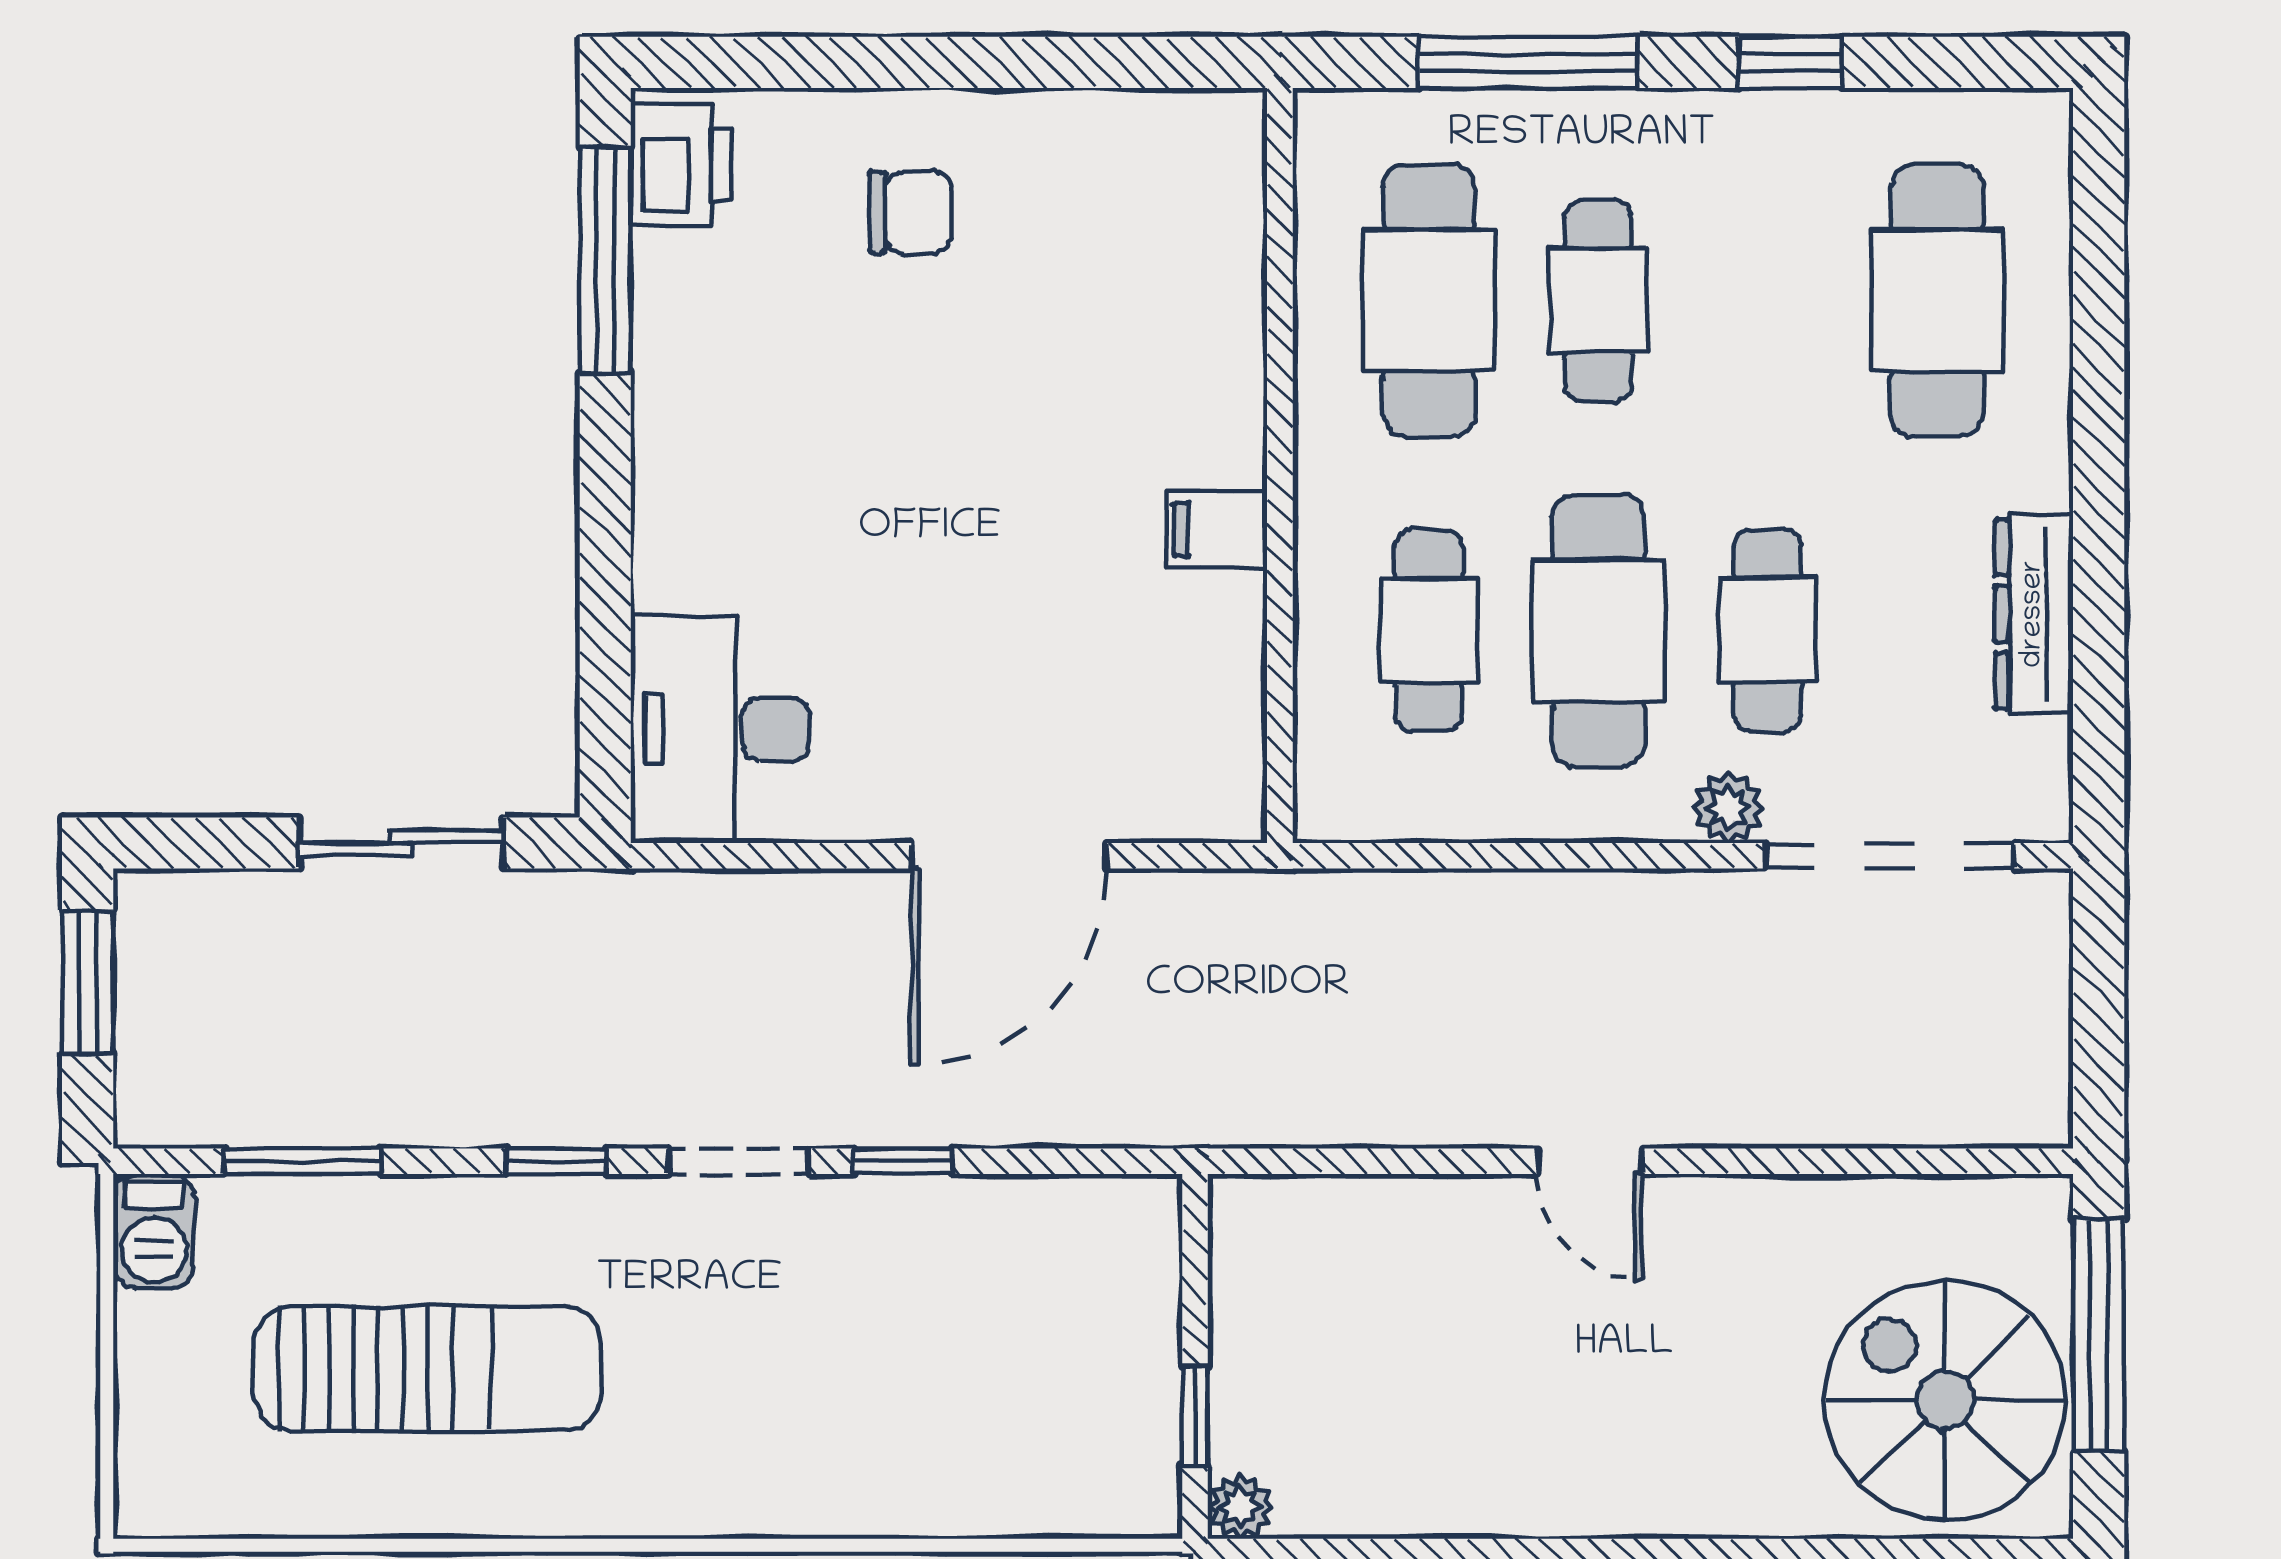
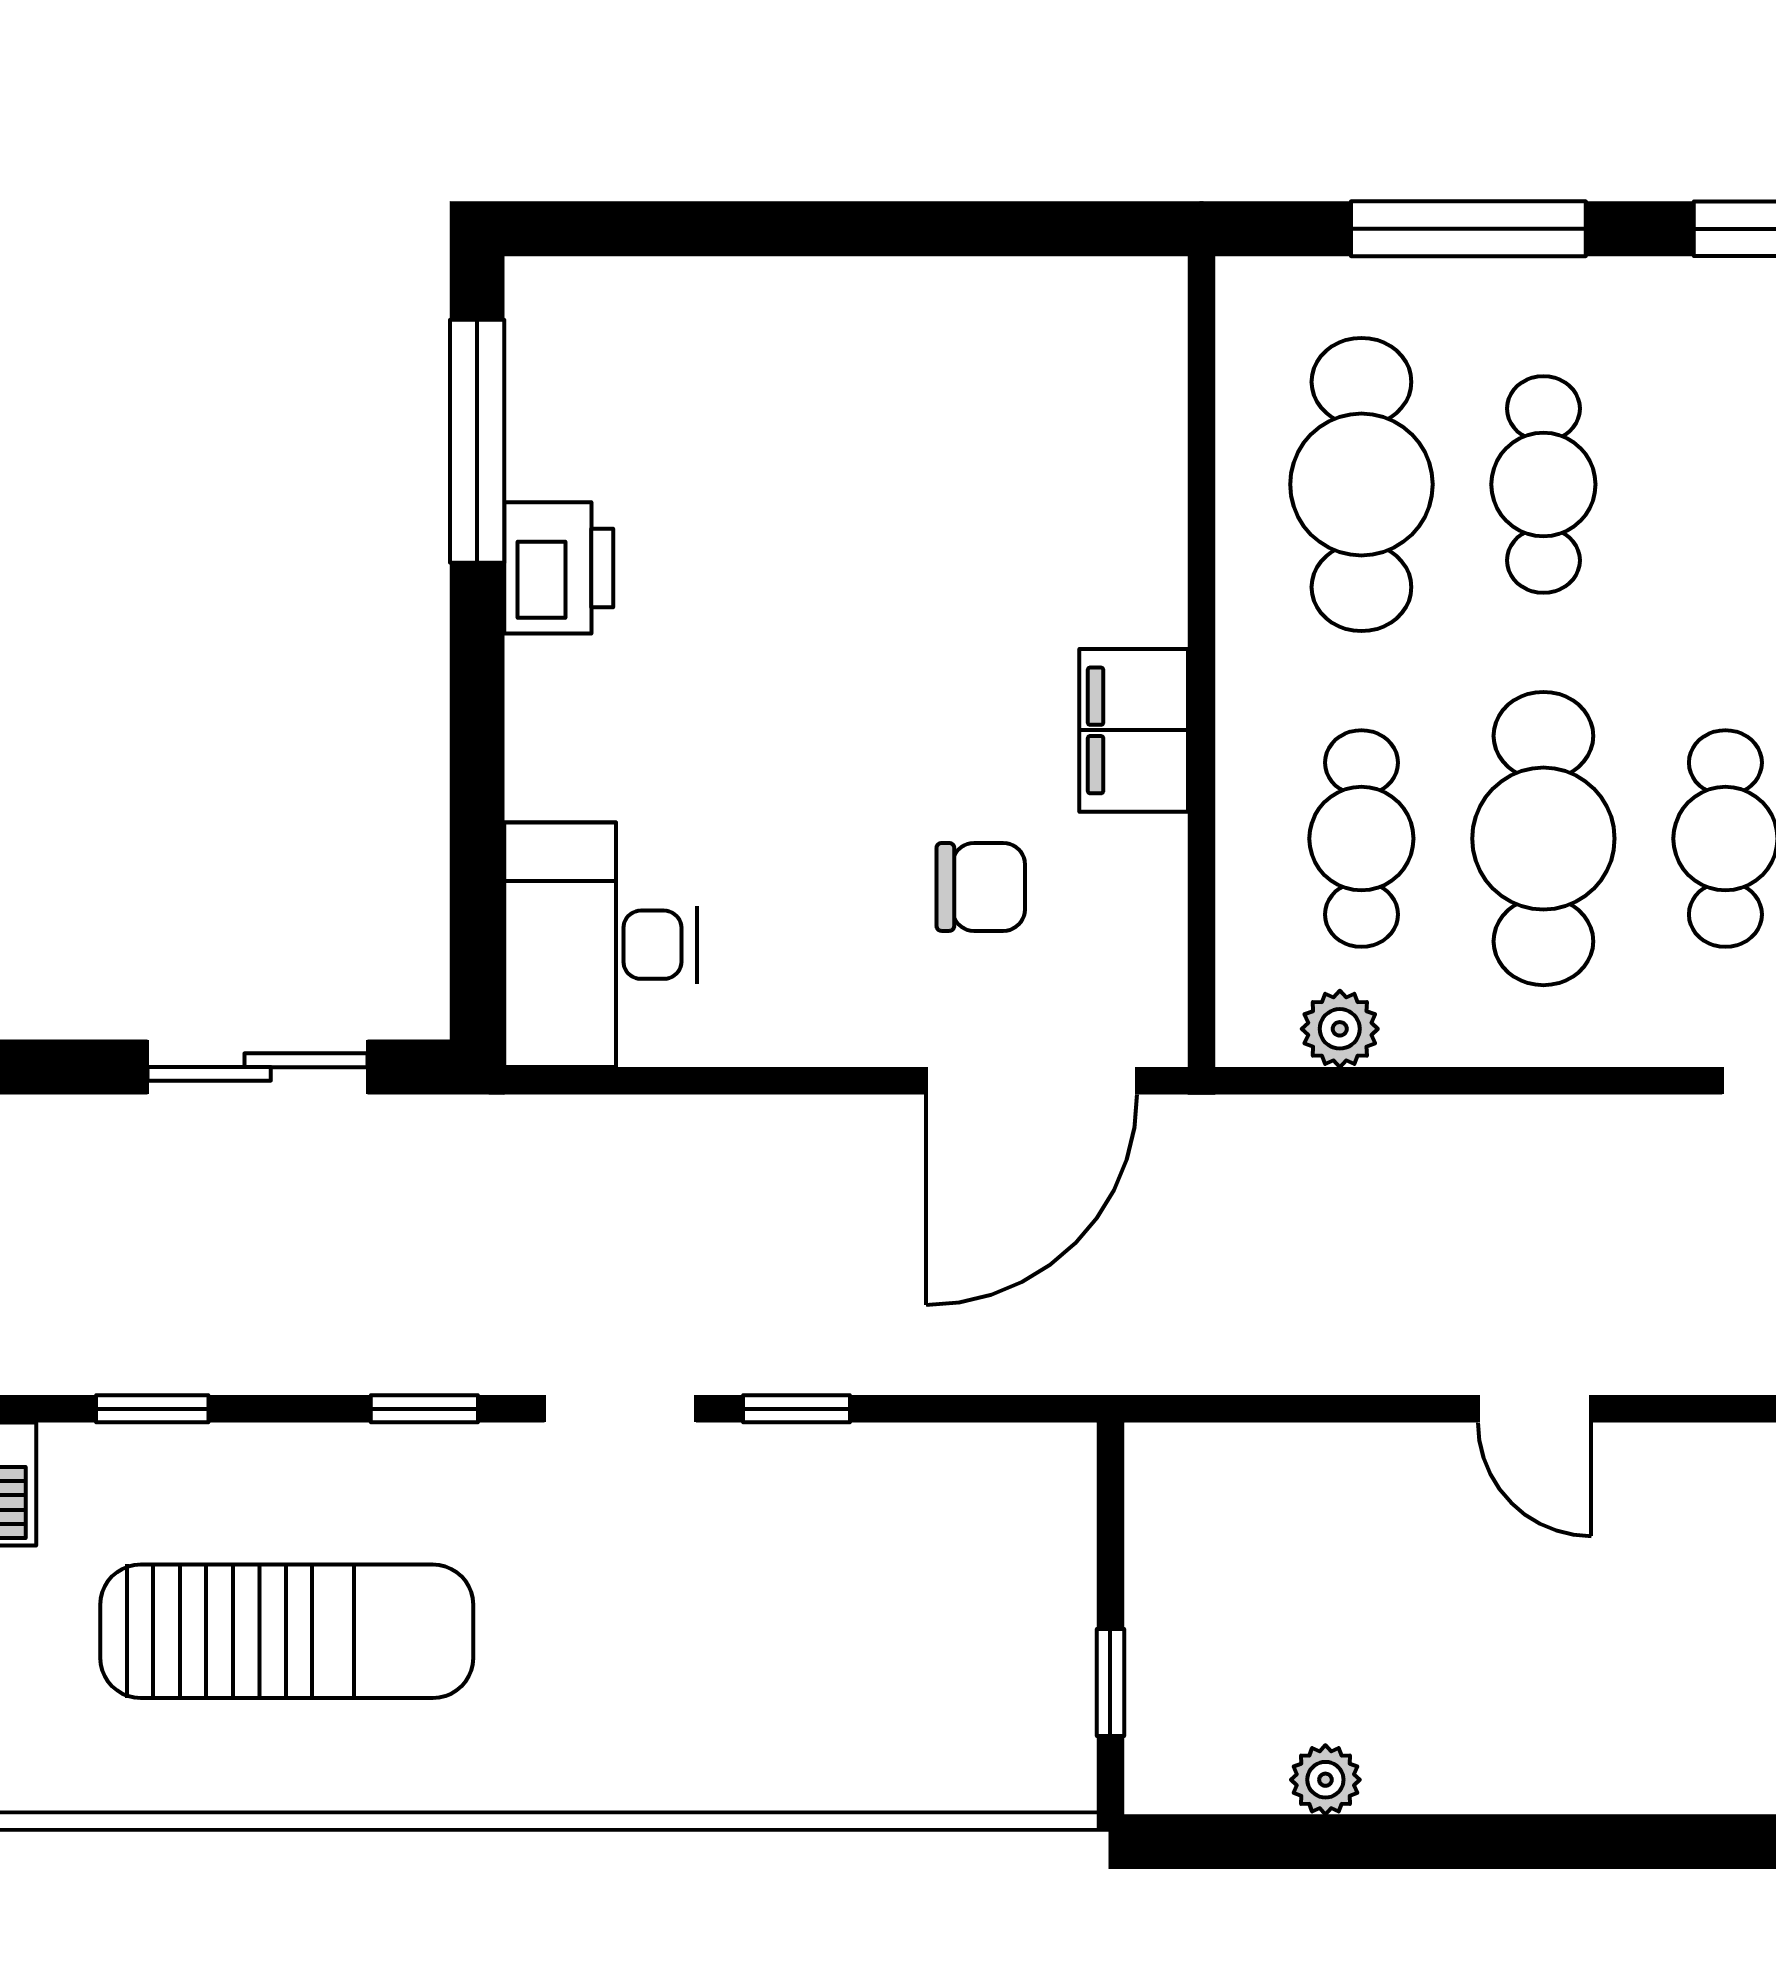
printer: (681, 165) -> (559, 568), moved
chair: (910, 212) -> (981, 887), moved
filing cabinet: (1217, 530) -> (1134, 730), width x2.00
plant: (1728, 807) -> (1340, 1029), moved
door: (1009, 856) -> (1032, 1081), moved
window: (303, 1161) -> (152, 1409), width x0.67
plant: (1240, 1507) -> (1325, 1780), moved

